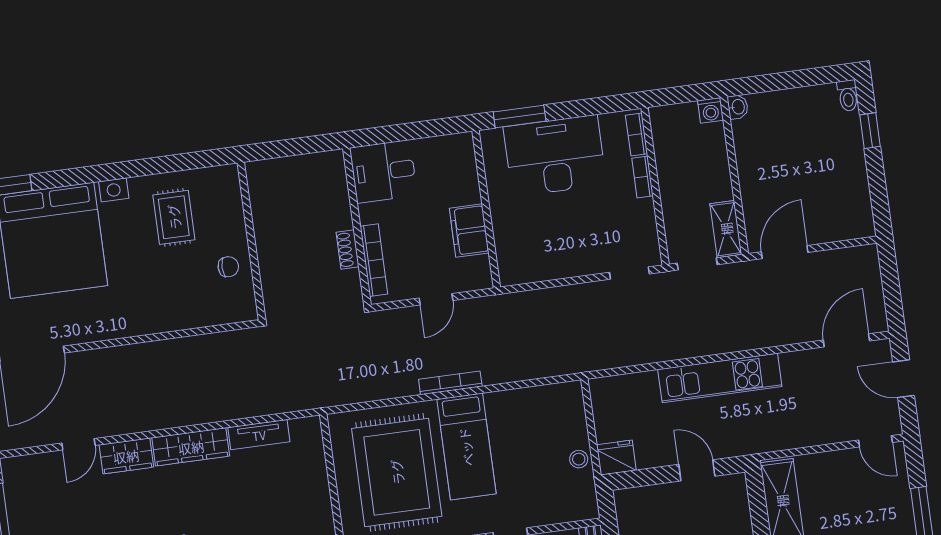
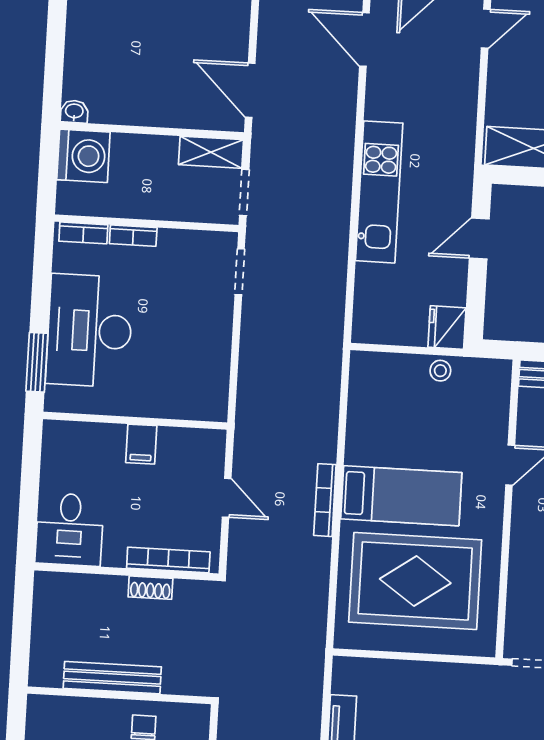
washing machine: (711, 110) -> (83, 156), width x1.89, depth x1.89
filing cabinet: (469, 231) -> (141, 444), width x0.50
bench: (265, 232) -> (112, 678), added

